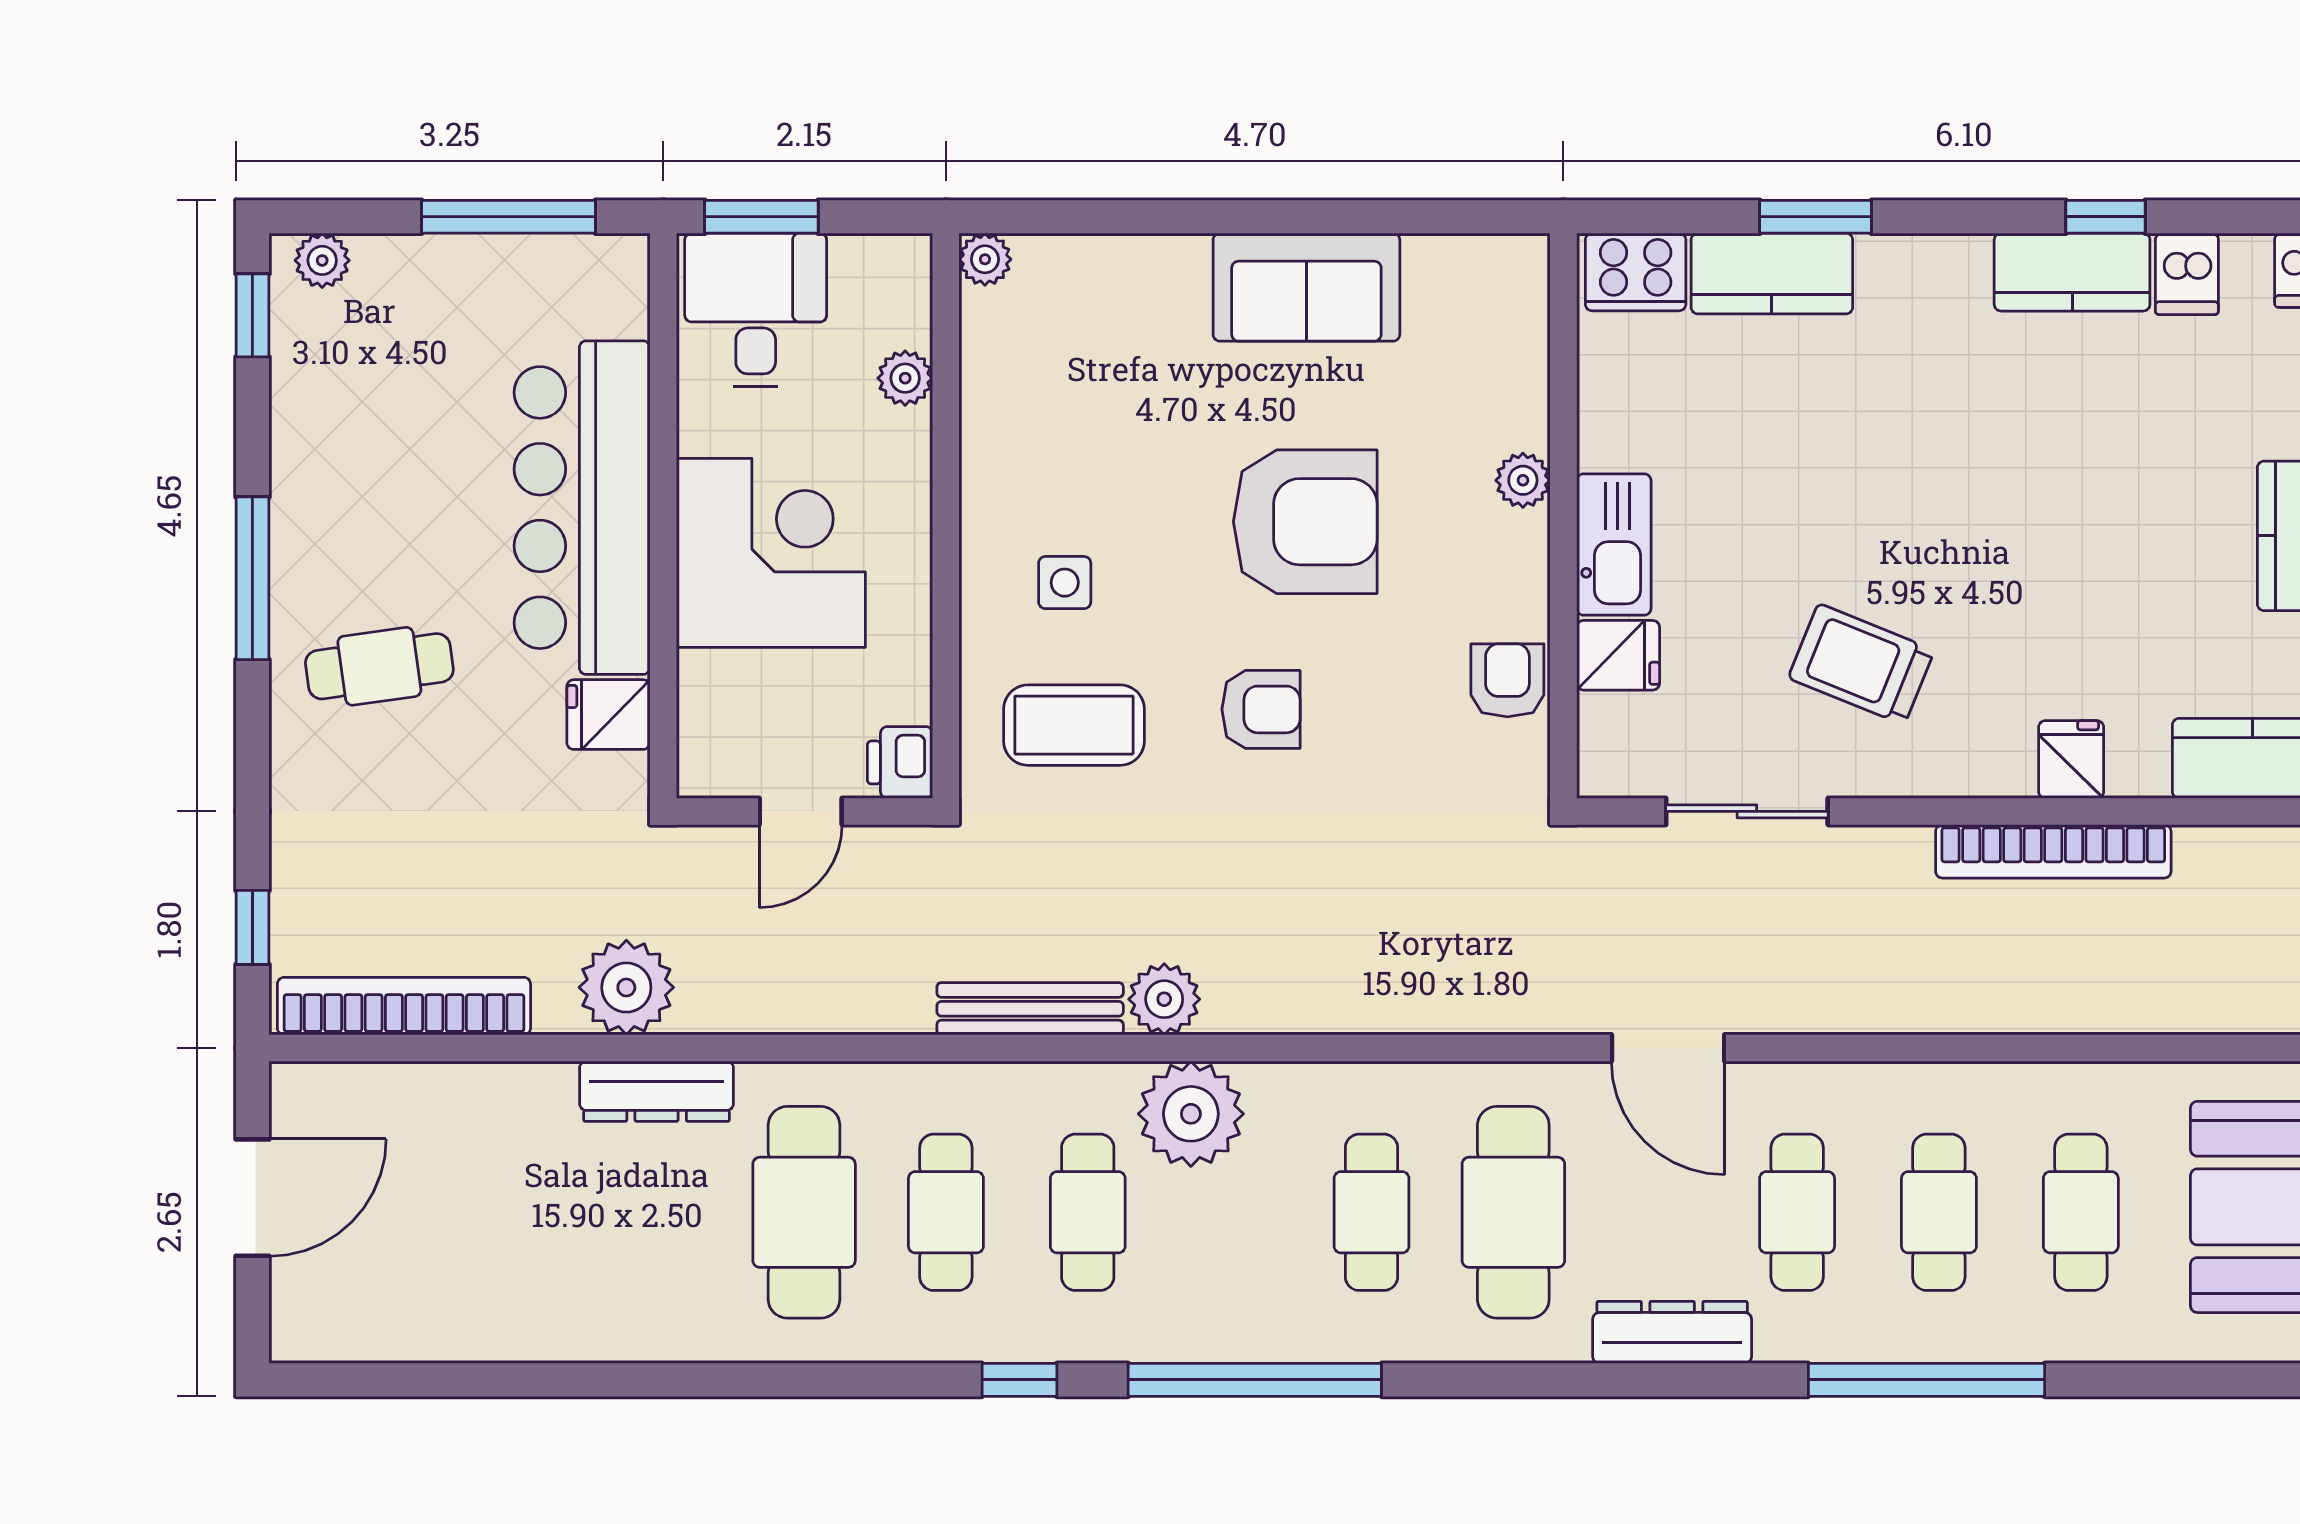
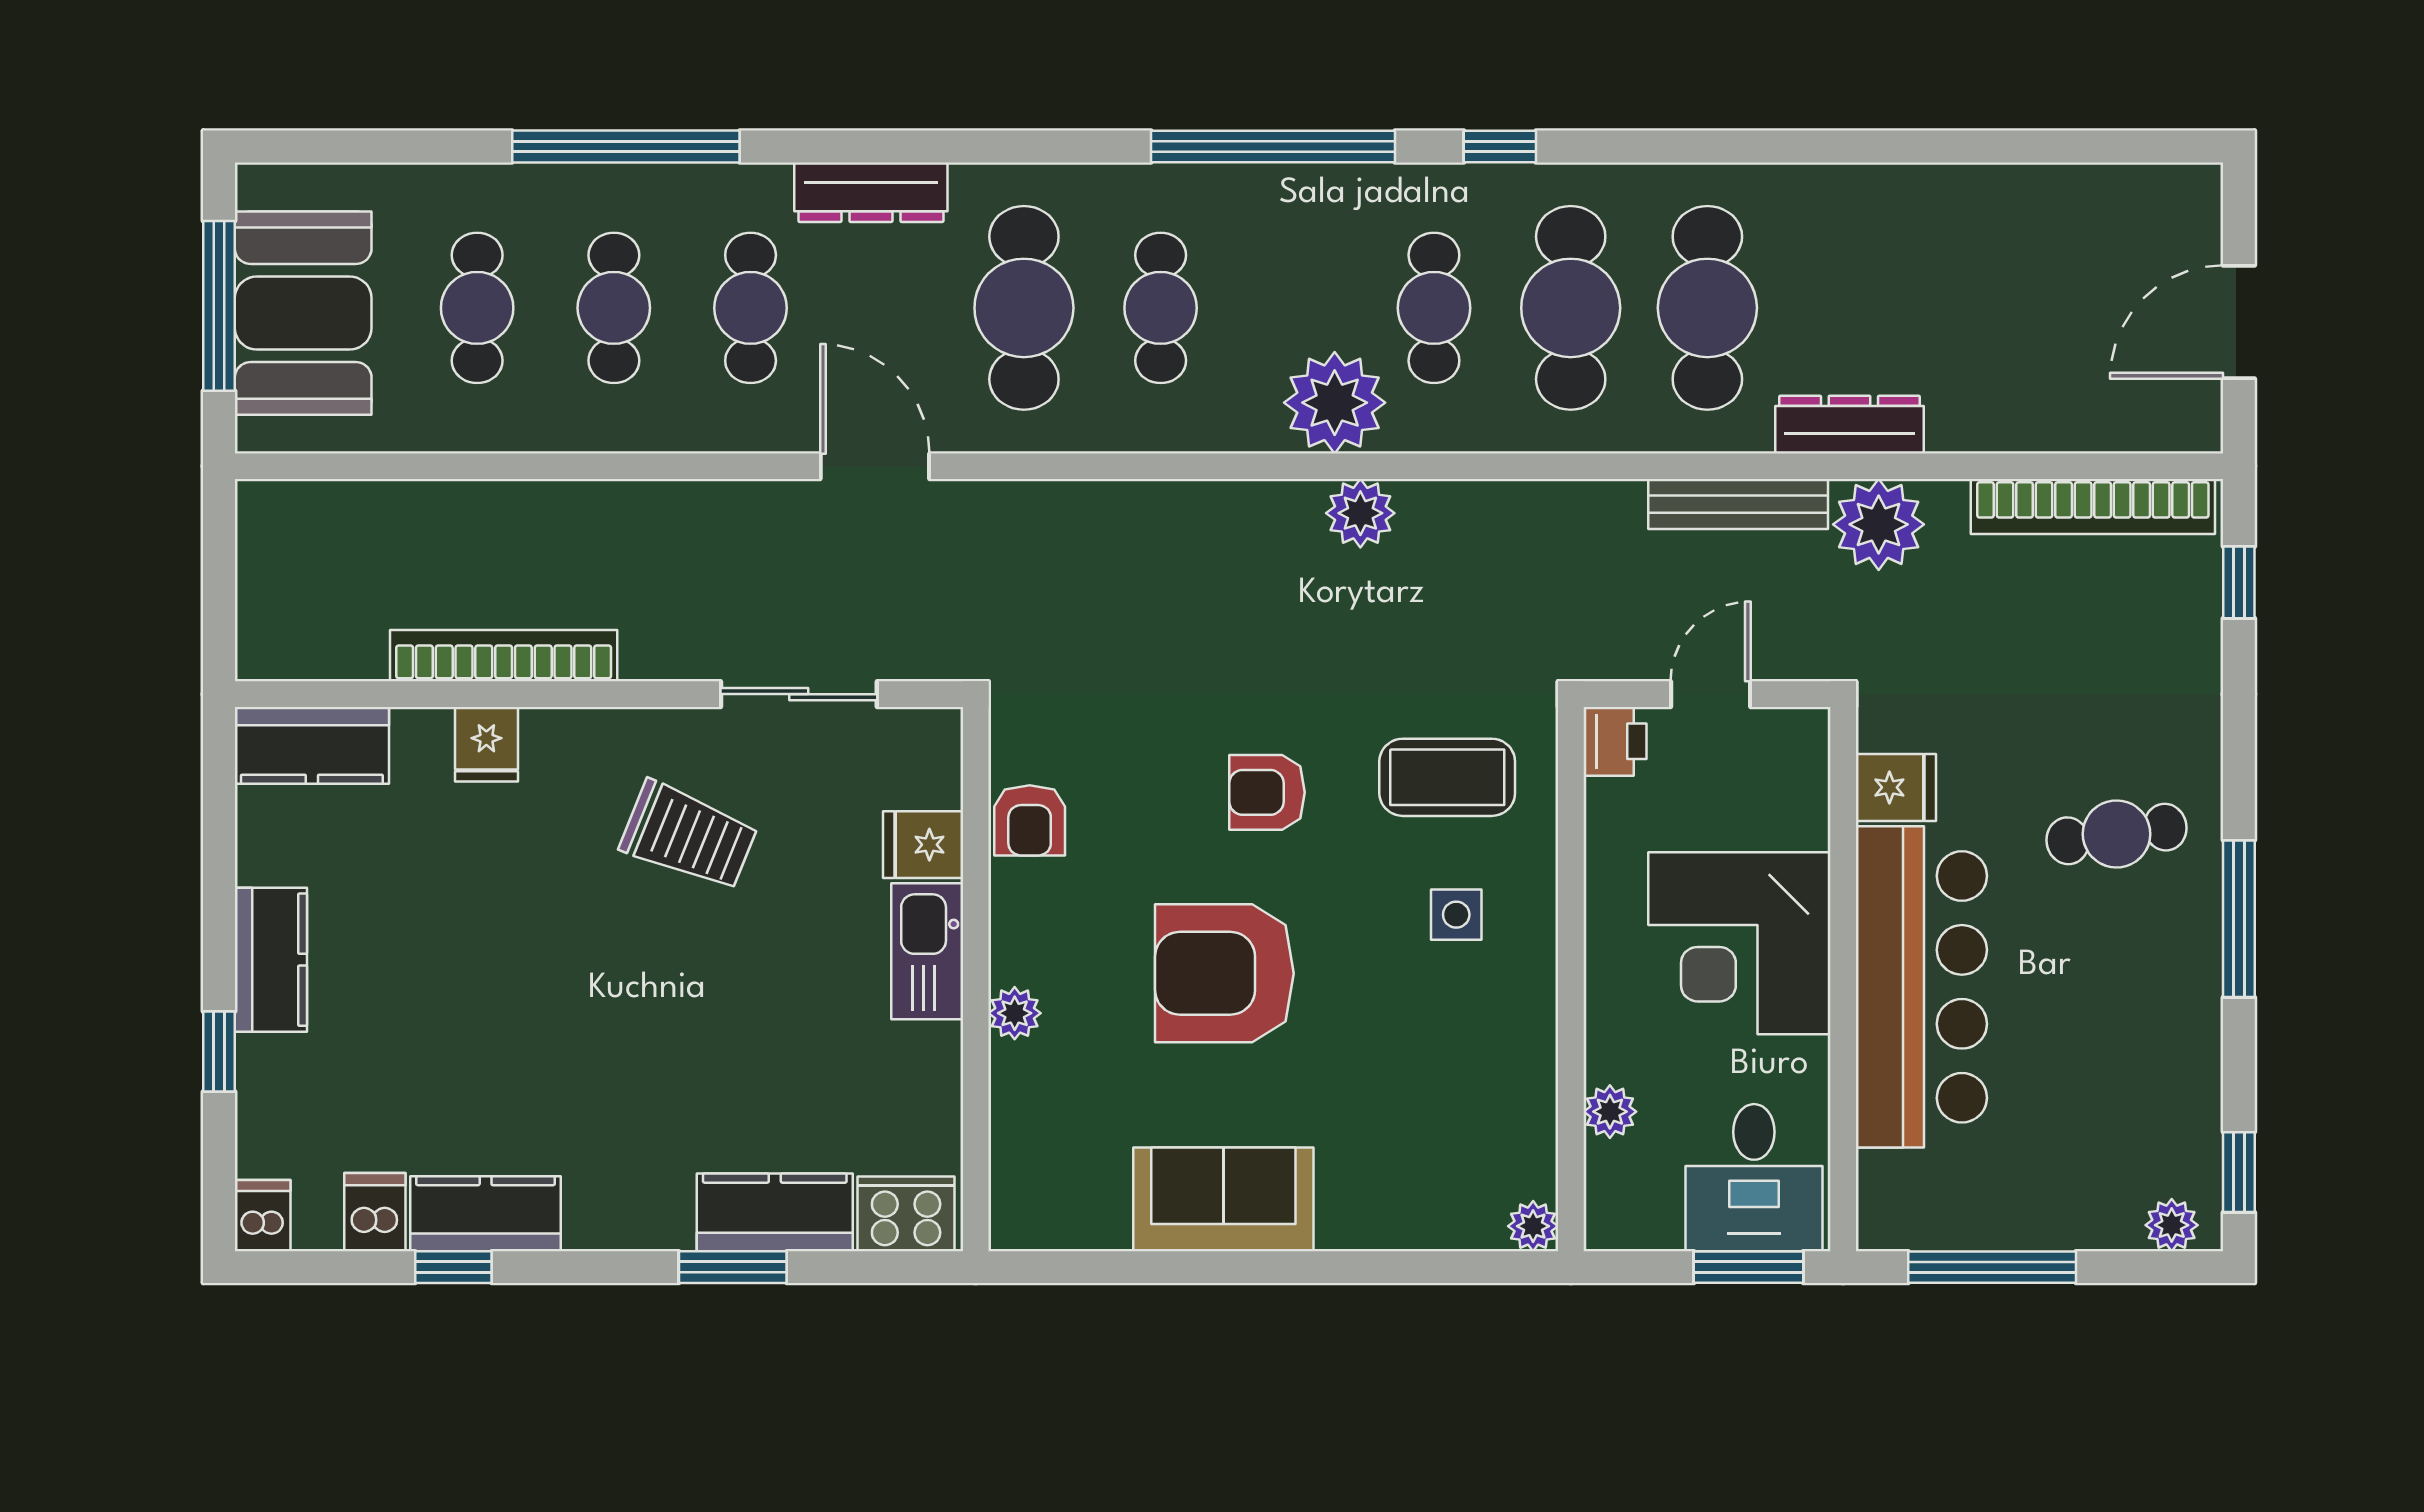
bench: (1030, 1009) -> (1738, 504), moved
cafe table: (946, 1212) -> (1571, 308), width x1.37, depth x1.35

